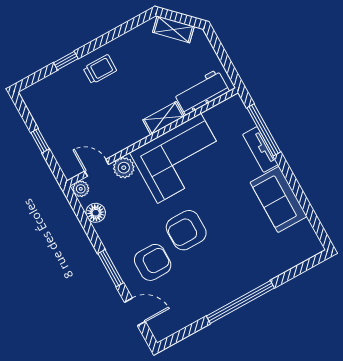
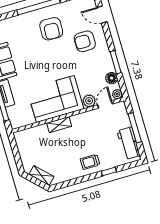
workbench: (202, 92) -> (129, 143), moved, turned 90
window: (40, 141) -> (135, 128), width x2.17
door: (97, 168) -> (105, 104), swing flipped
armchair: (186, 230) -> (51, 29), moved, turned 93
window: (111, 268) -> (116, 62), moved

